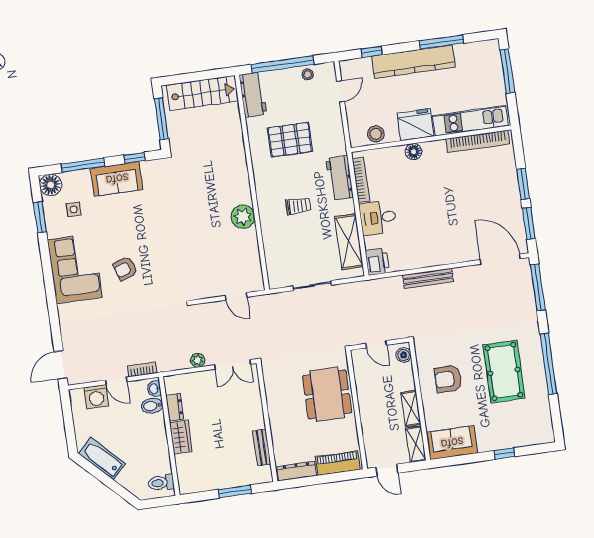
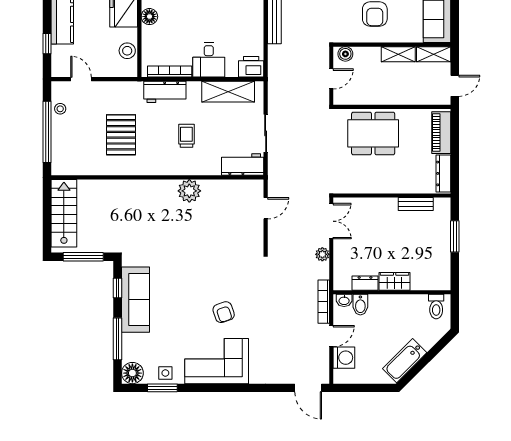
workbench: (253, 94) -> (243, 165), moved
sofa: (117, 179) -> (136, 300), width x1.36
side table: (74, 209) -> (165, 373), moved
bookcase: (142, 369) -> (324, 302), width x1.56

